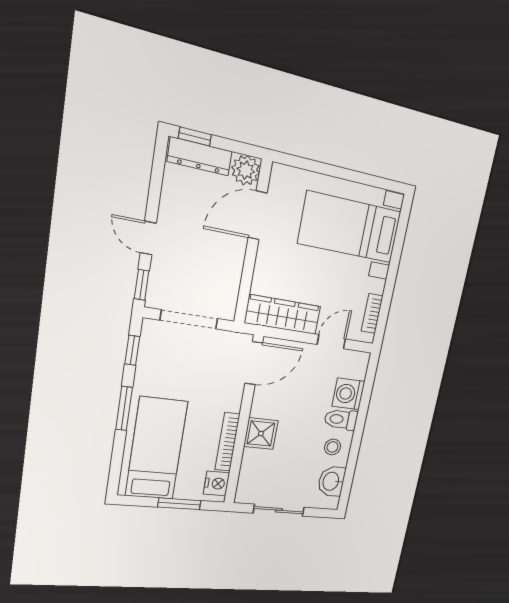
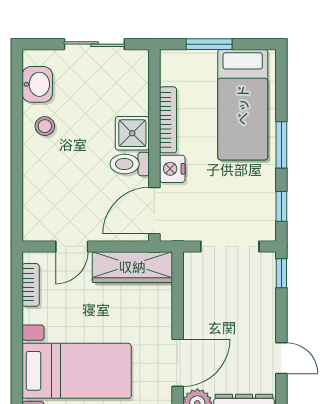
door: (148, 238) -> (281, 358), moved
washing machine: (348, 394) -> (39, 191), removed
toilet: (341, 419) -> (130, 164), moved, turned 180
nightstand: (216, 483) -> (172, 169), moved

